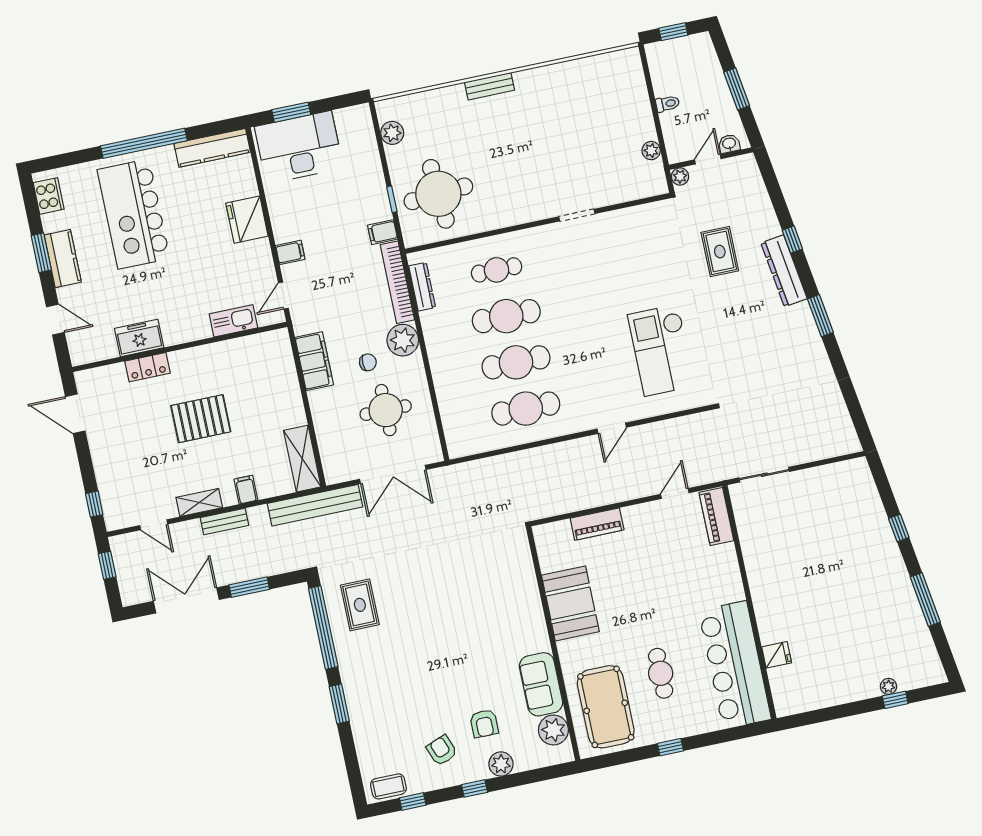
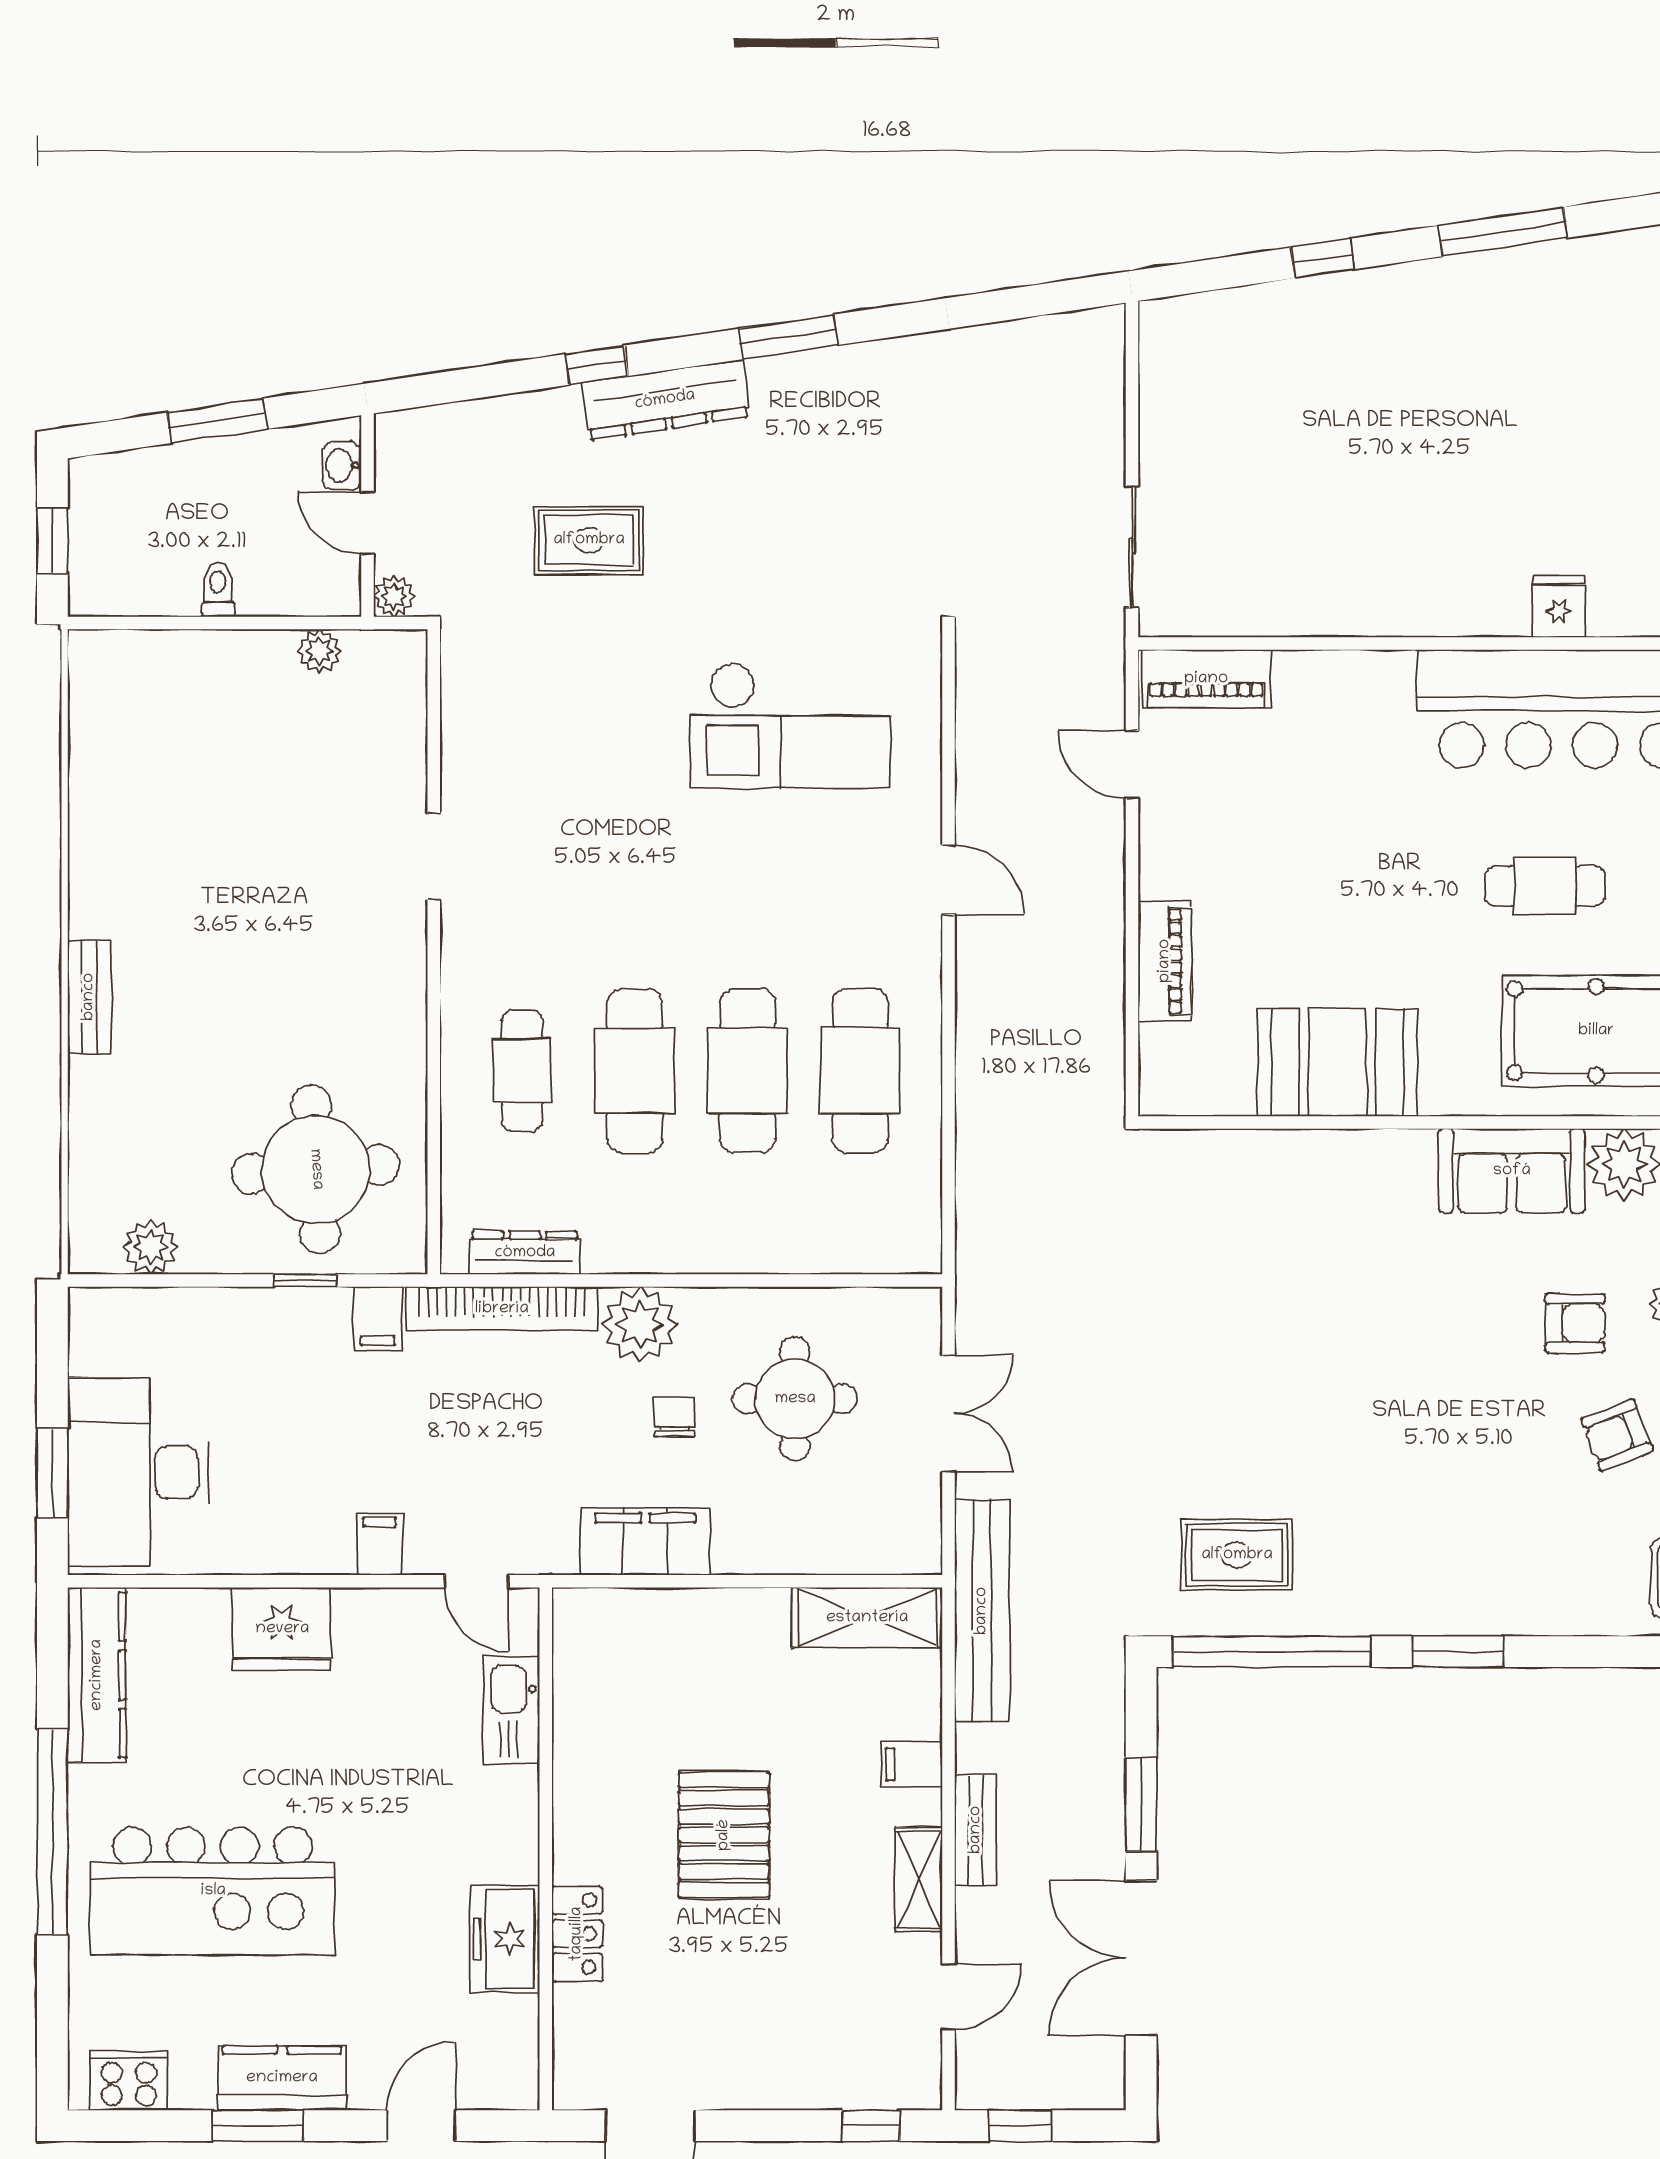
double door: (393, 474) -> (948, 1414), width x0.73

